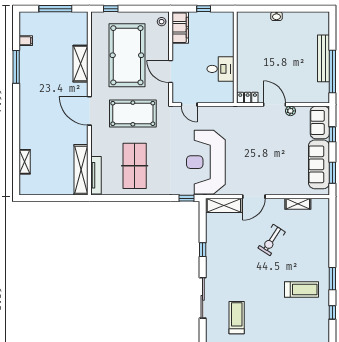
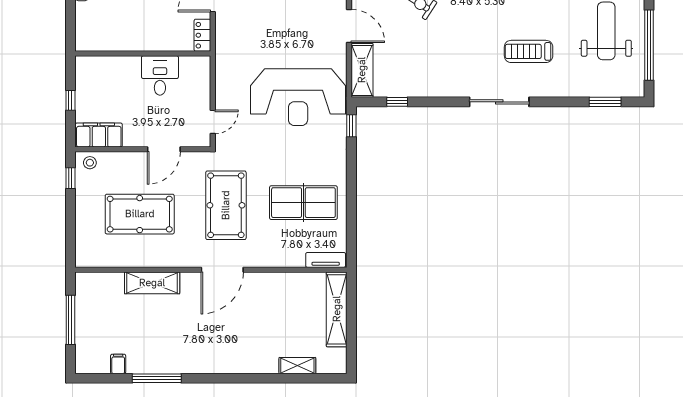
window: (111, 9) -> (70, 178), moved
pool table: (127, 55) -> (140, 214), width x0.73, depth x0.76
shelving: (81, 170) -> (337, 309), moved, turned 90
tv unit: (96, 175) -> (326, 260), width x0.71
window: (203, 250) -> (397, 102), moved

